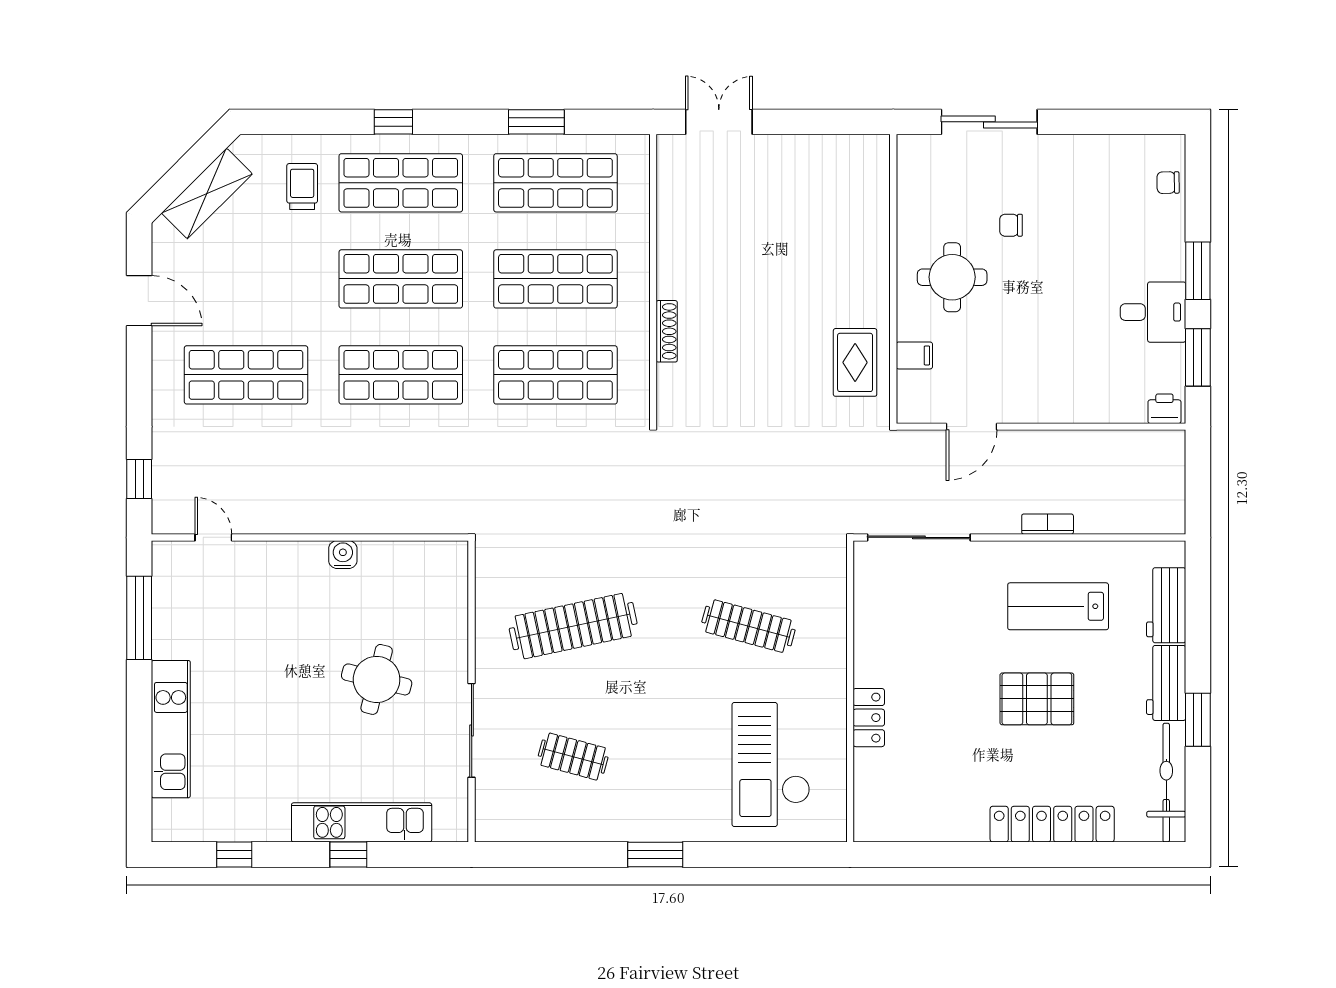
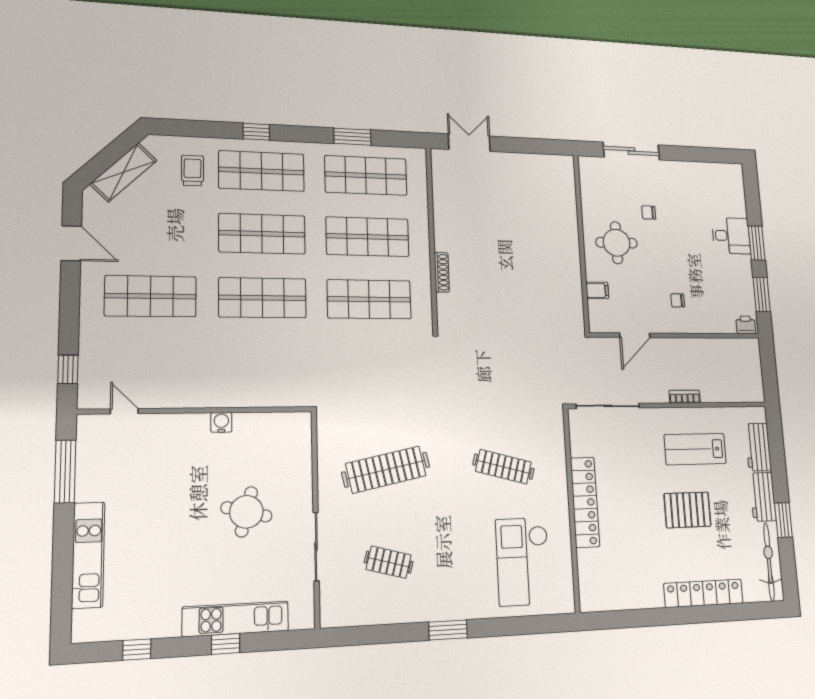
chair: (1168, 183) -> (678, 300), moved
desk: (1153, 312) -> (731, 236), moved
rug: (855, 362) -> (561, 294), removed
locker: (869, 718) -> (585, 502), width x2.16, depth x1.21

